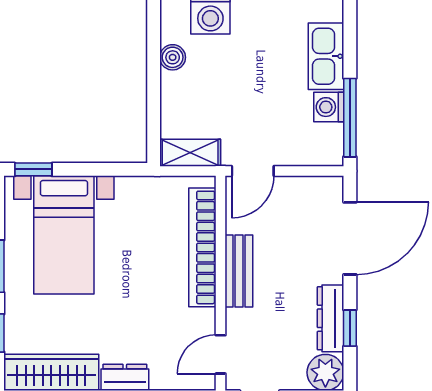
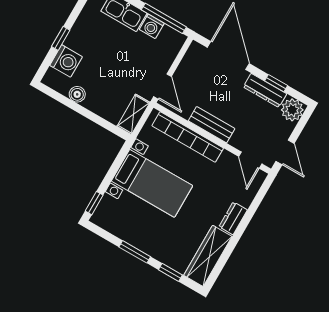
bed with nightstands: (64, 235) -> (152, 183), moved

